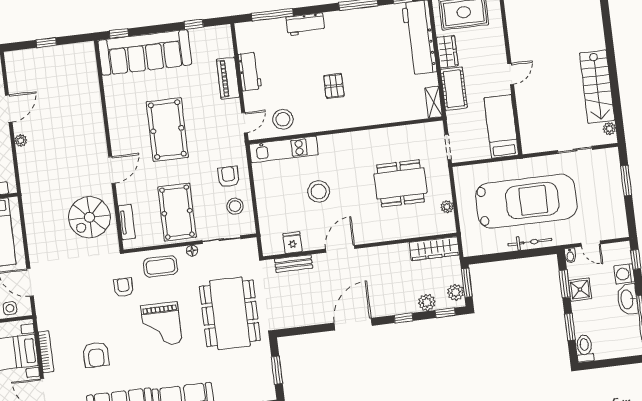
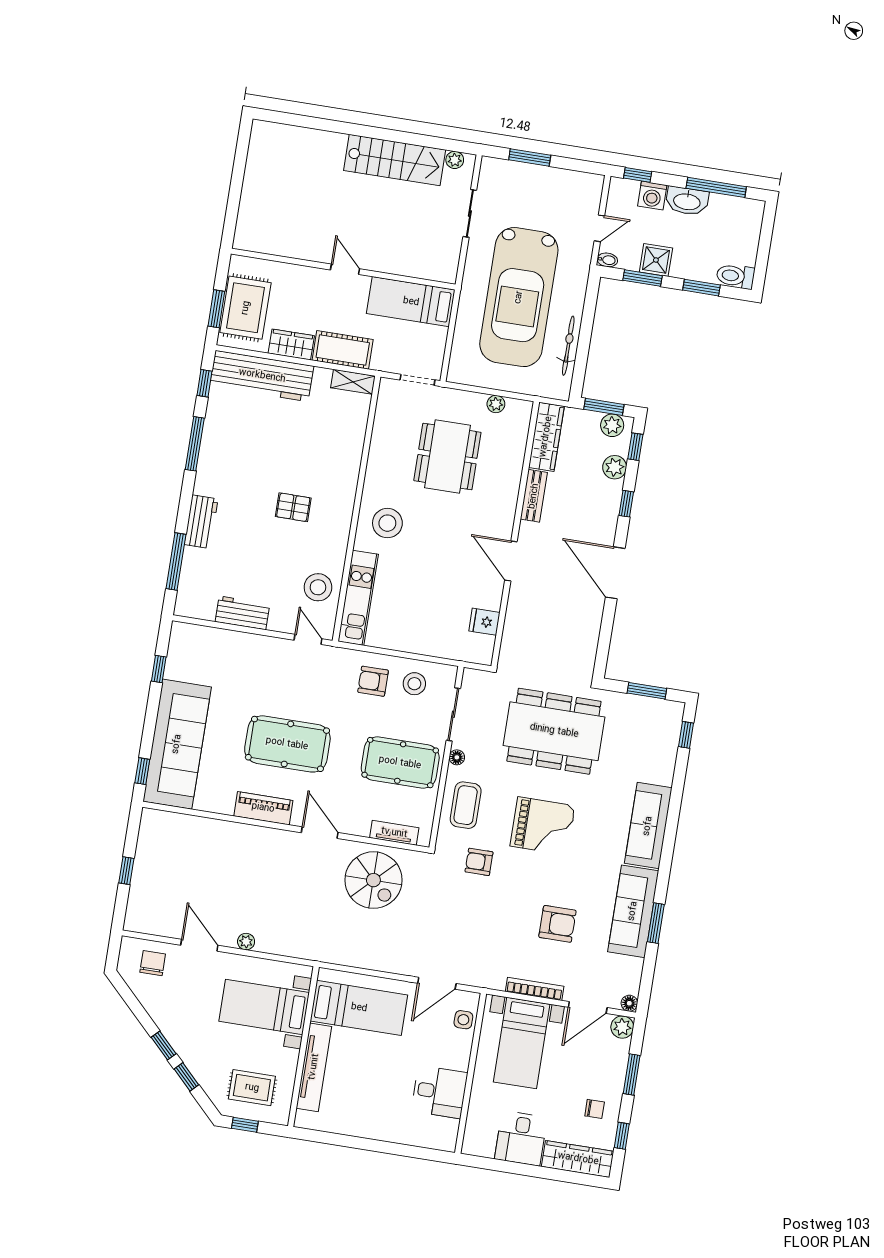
piano: (228, 78) -> (263, 808), moved, turned 180
stool: (319, 191) -> (387, 523), moved
car: (526, 201) -> (519, 297), turned 180
bicycle: (530, 242) -> (568, 346), moved
bench: (294, 264) -> (534, 496), moved

